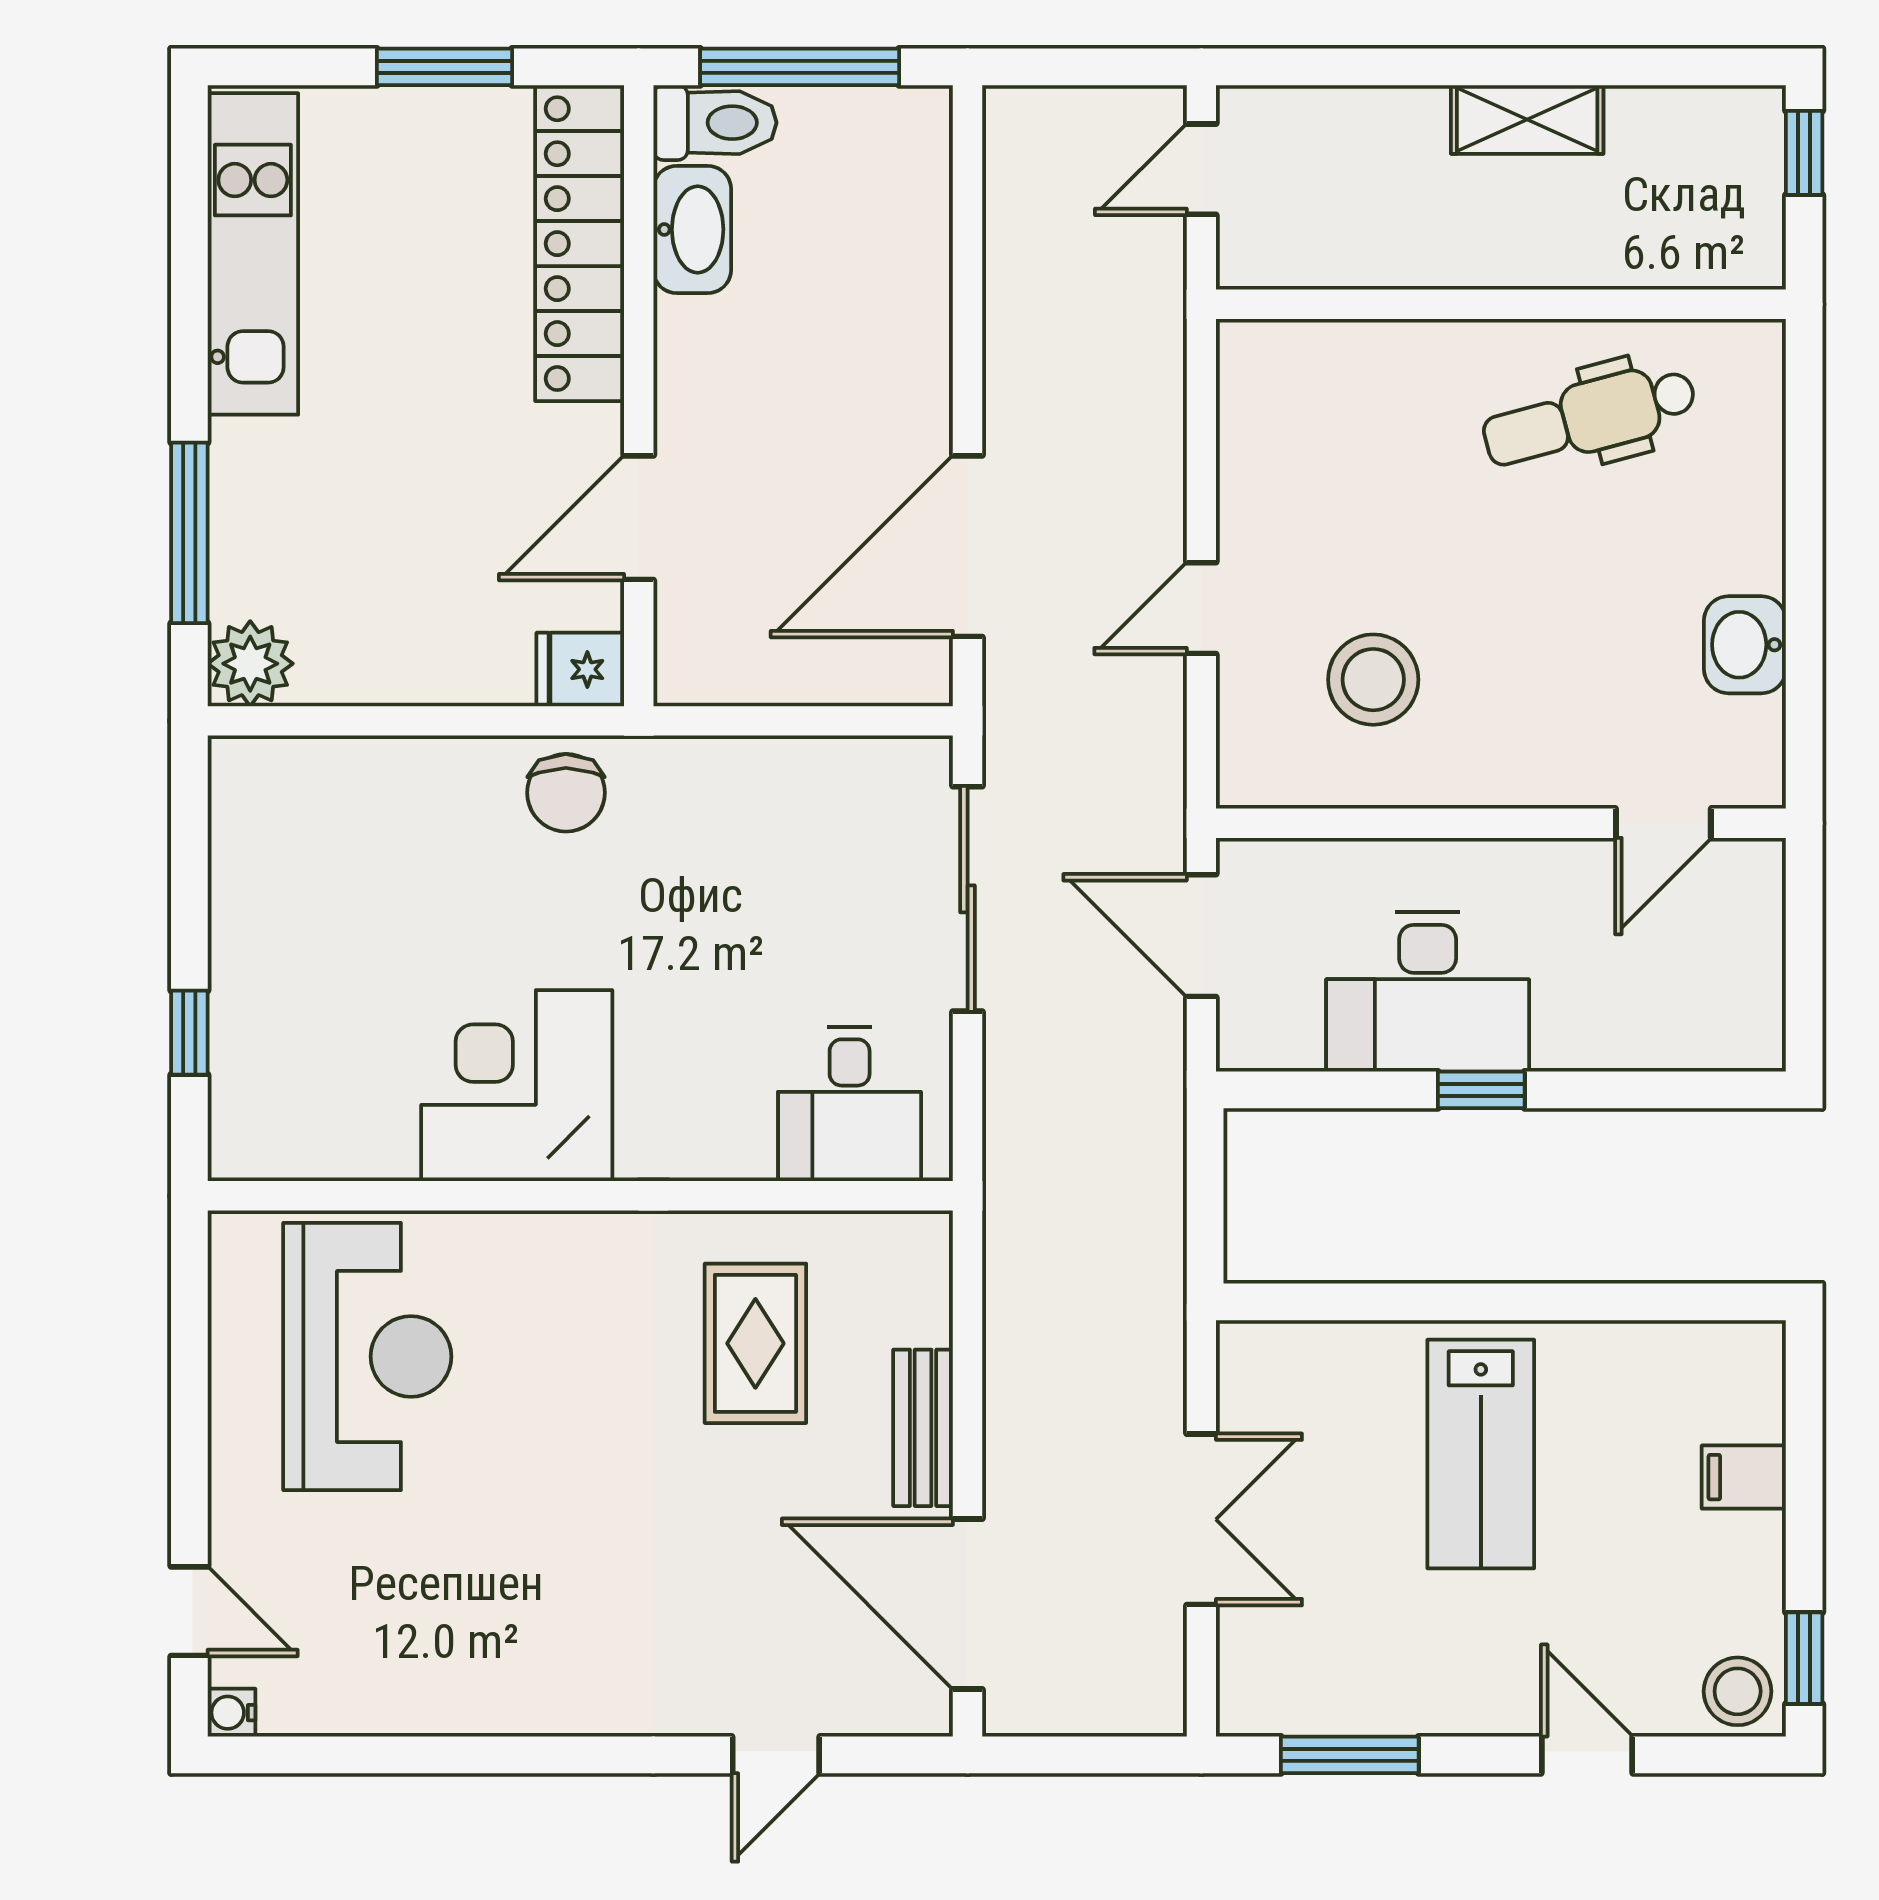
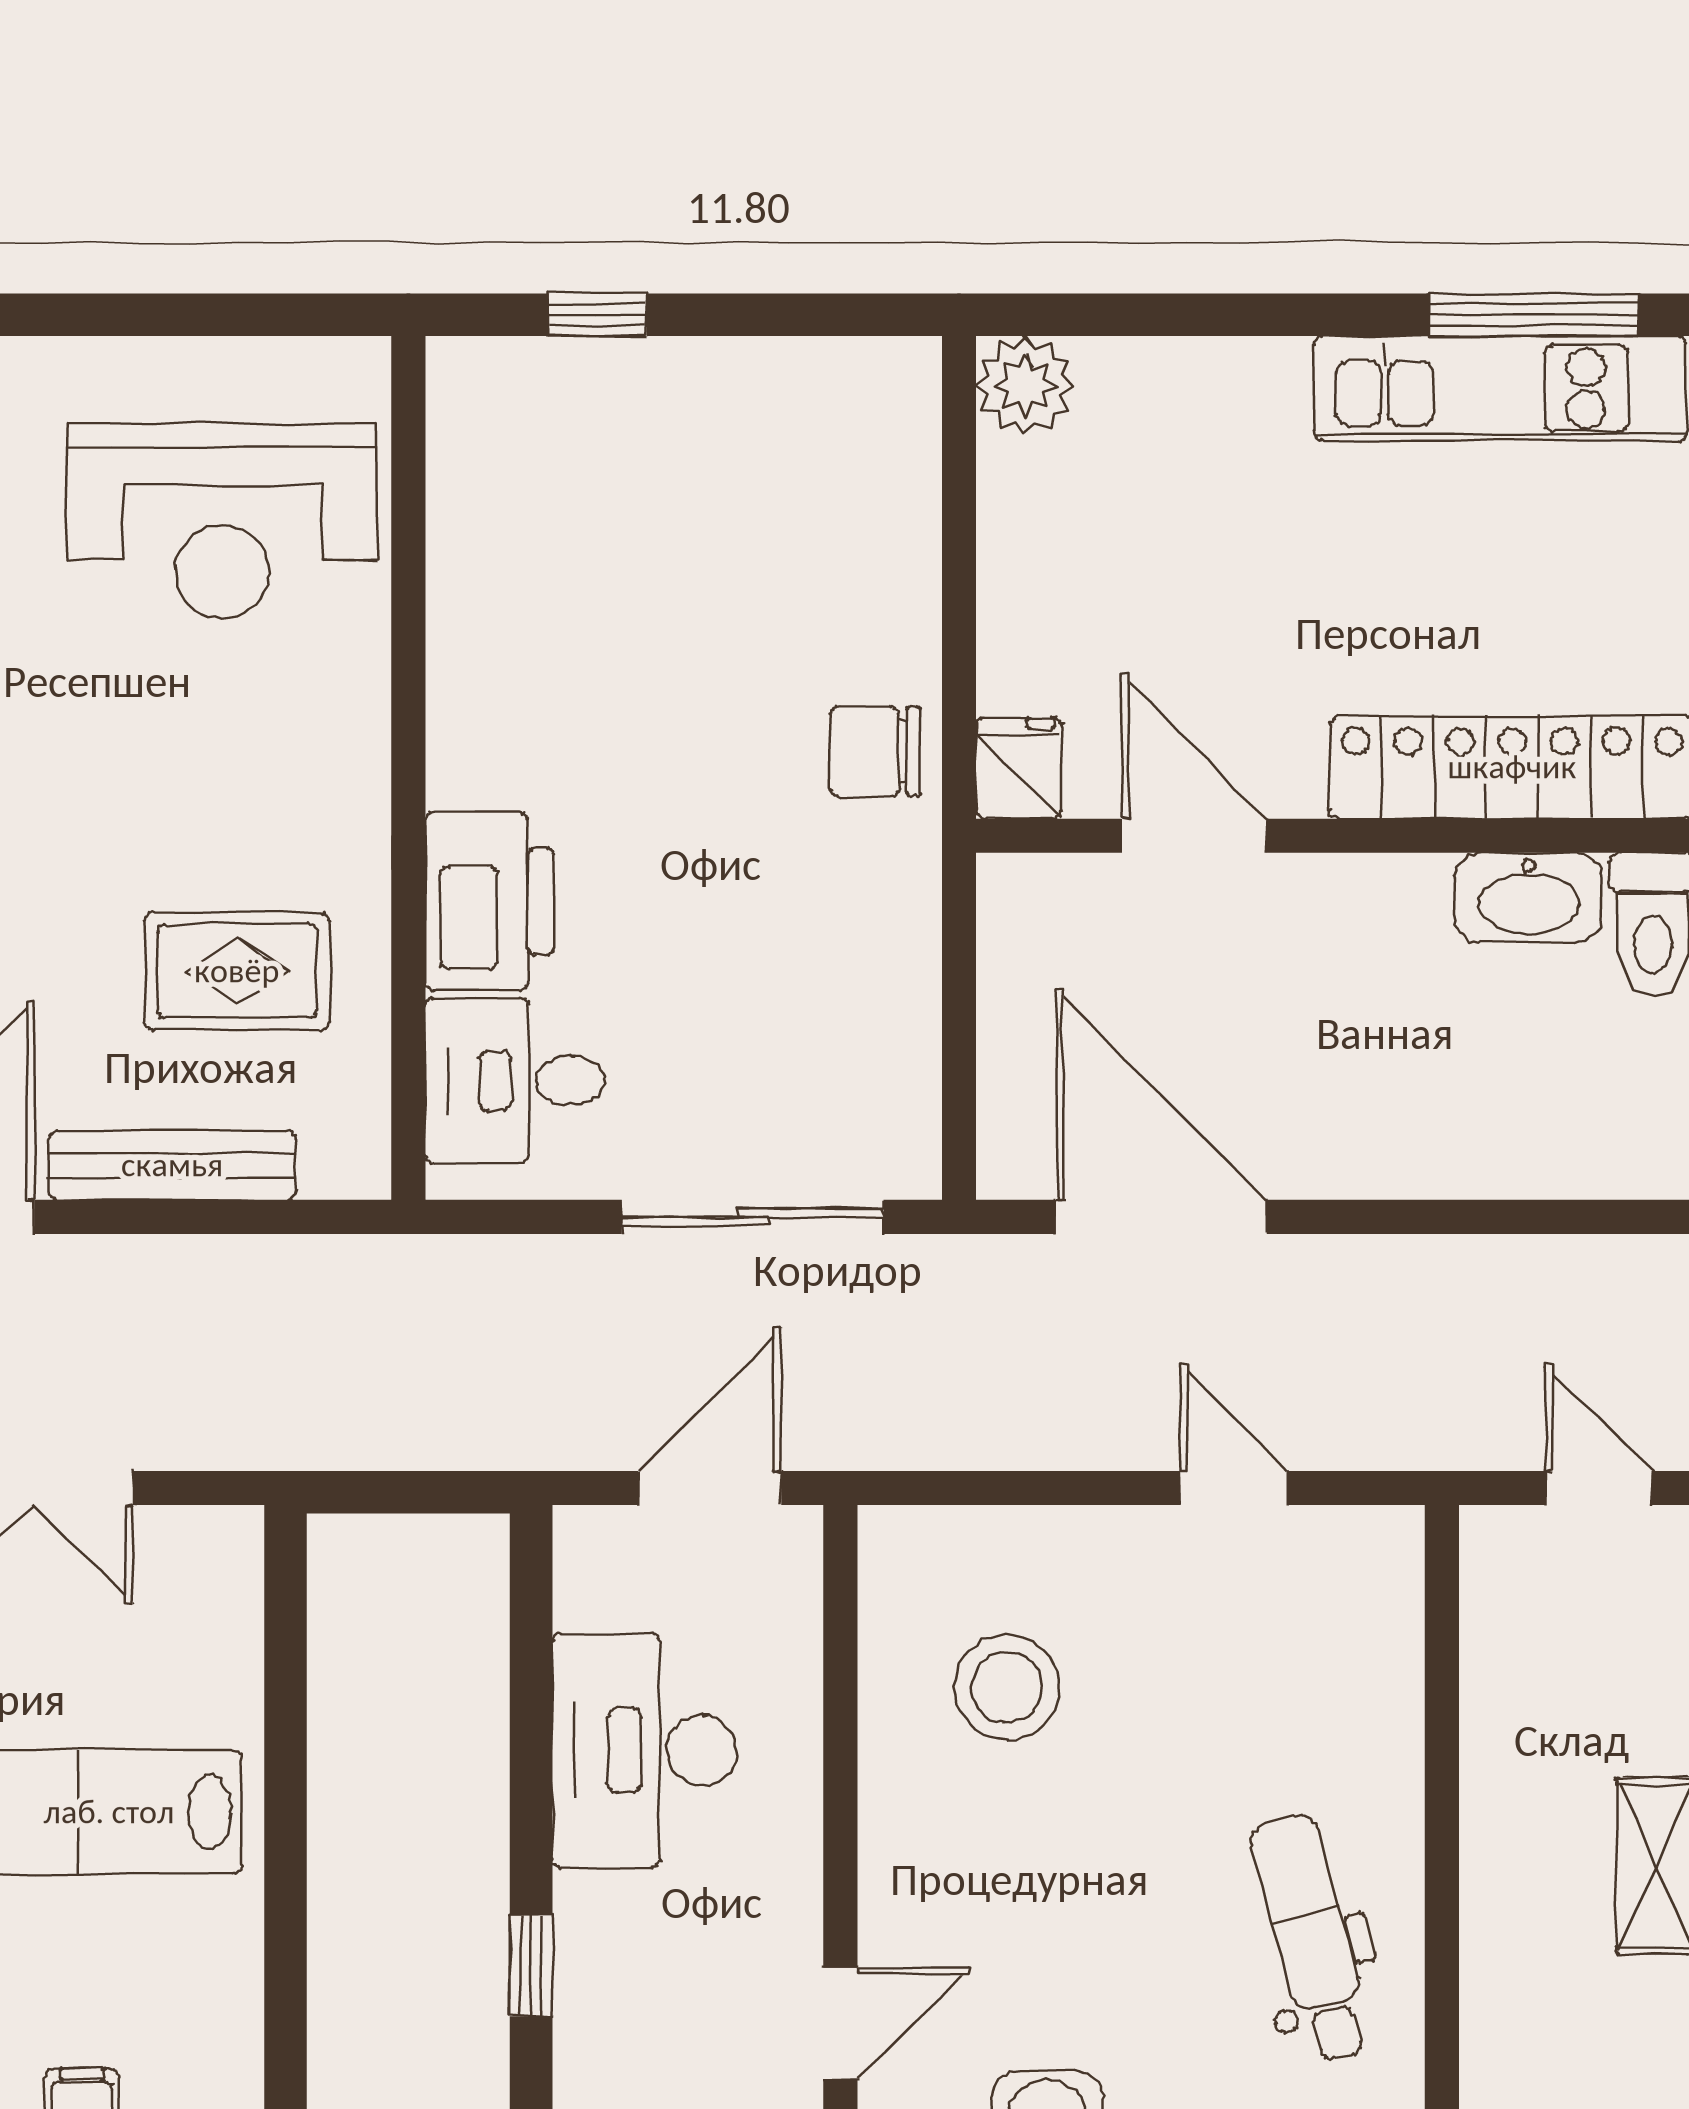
window: (189, 533) -> (1534, 315), moved
door: (1201, 608) -> (1234, 1488), moved
door: (1663, 823) -> (840, 2024), swing flipped
corner desk: (517, 1086) -> (536, 694), removed
window: (1481, 1090) -> (531, 1966), moved
printer: (695, 1126) -> (489, 901), added
bench: (923, 1428) -> (172, 1165), width x1.36

